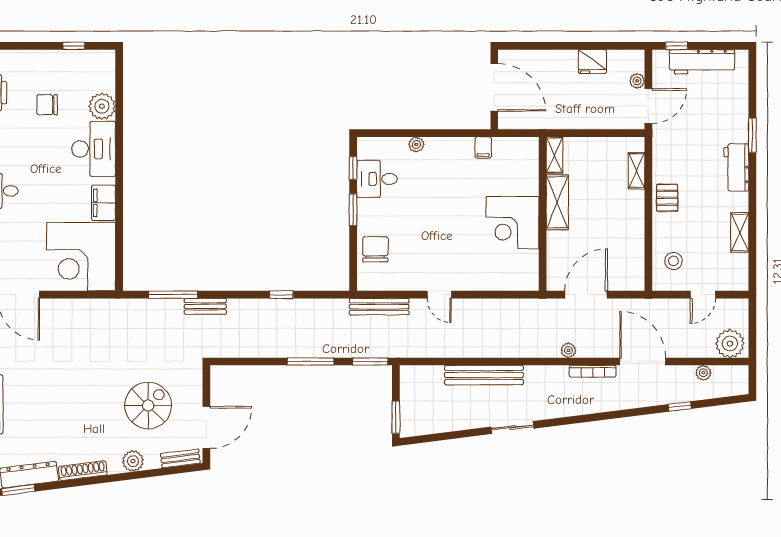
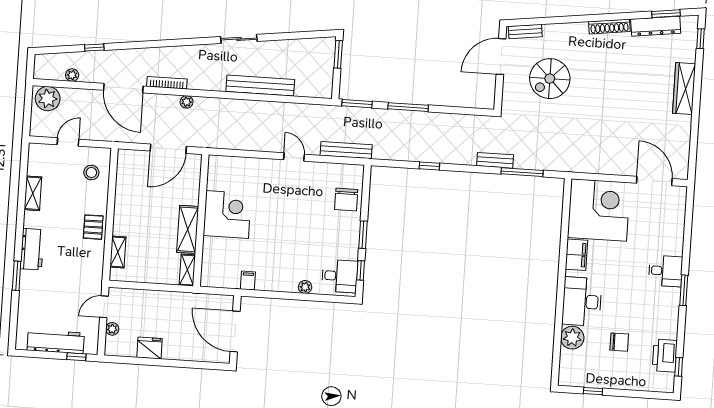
door: (648, 106) -> (104, 307), width x0.73
desk: (377, 179) -> (340, 276), moved
plant: (133, 461) -> (566, 32), removed

